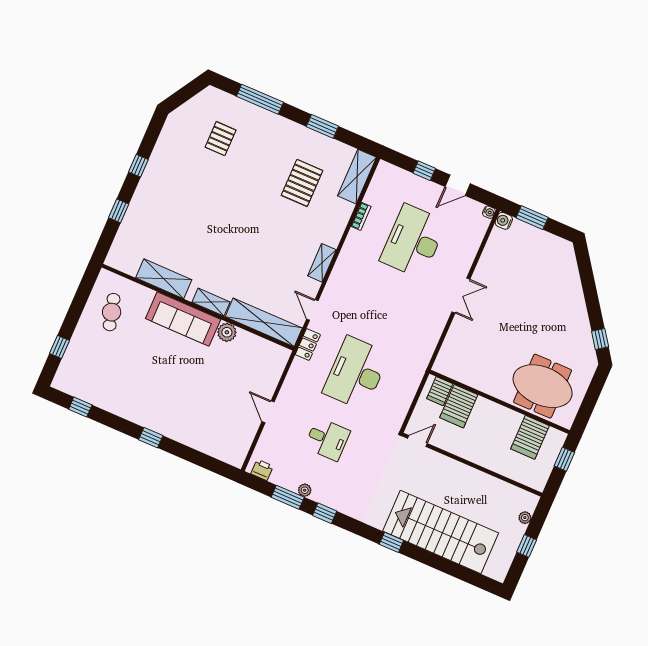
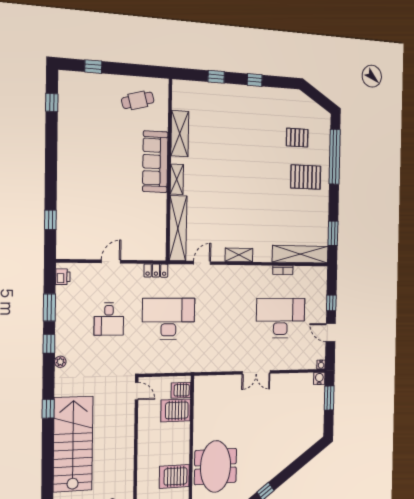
window: (260, 99) -> (335, 157), width x1.46
window: (322, 126) -> (333, 233), moved
shelving: (357, 177) -> (300, 254), width x1.47
pallet: (302, 183) -> (306, 177), moved
plant: (227, 332) -> (159, 202), removed
locker: (308, 345) -> (156, 271), moved
window: (151, 438) -> (50, 220), moved
plant: (305, 490) -> (60, 362), moved

